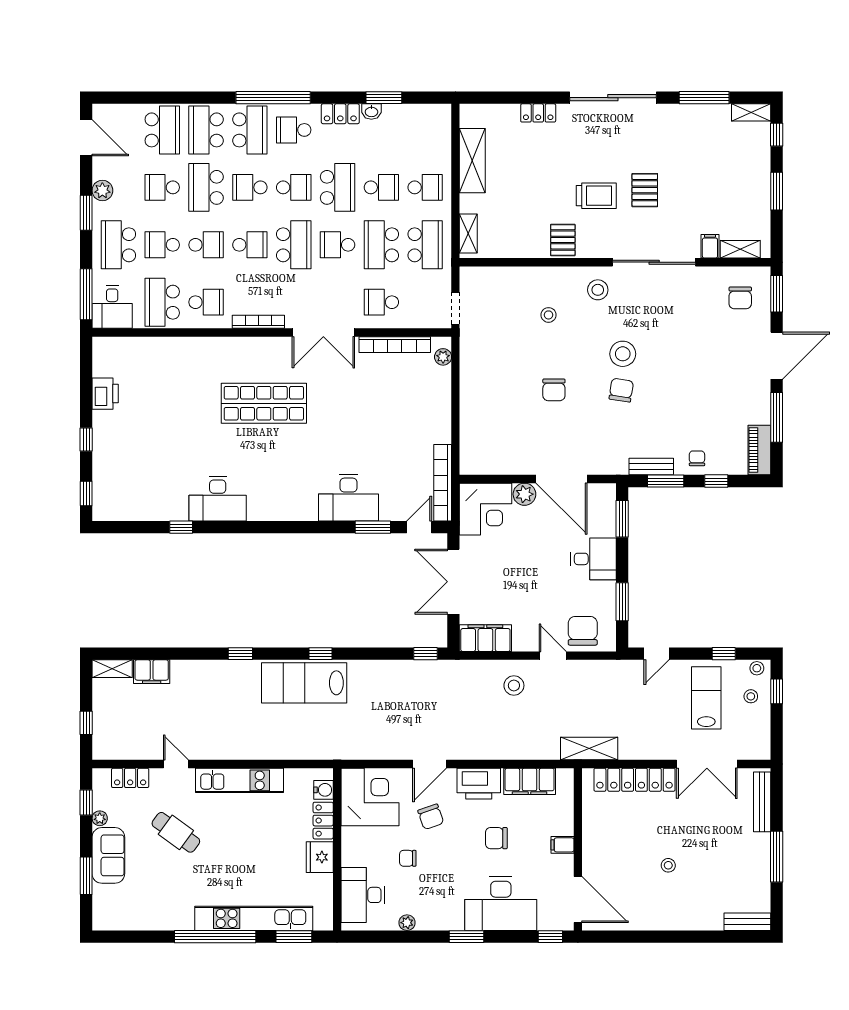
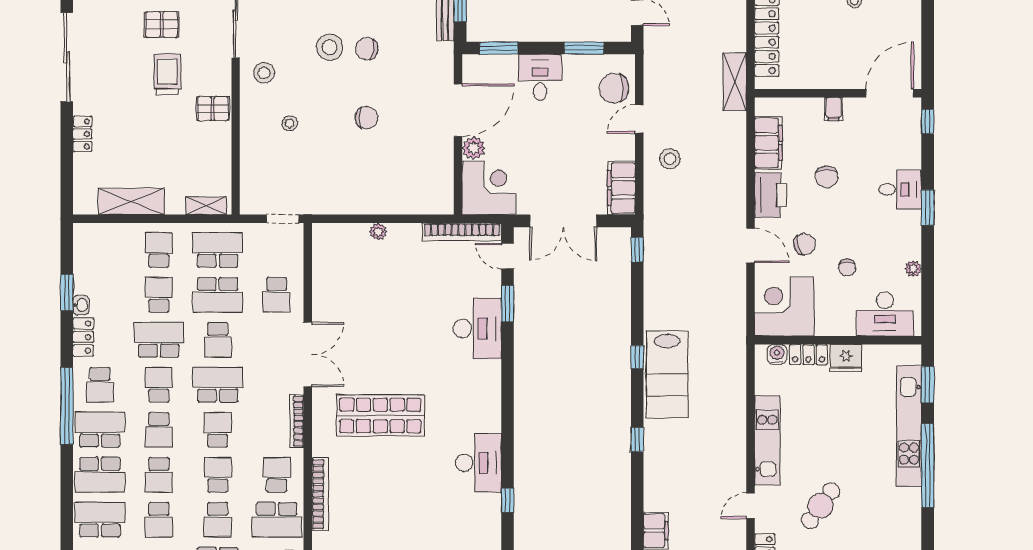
school desk: (206, 187) -> (159, 475), width x0.54
bookcase: (395, 345) -> (320, 494), moved
plant: (443, 357) -> (378, 232), moved
shop shelf: (264, 403) -> (380, 415), turned 90
desk: (501, 904) -> (900, 189), width x0.53, depth x0.77

